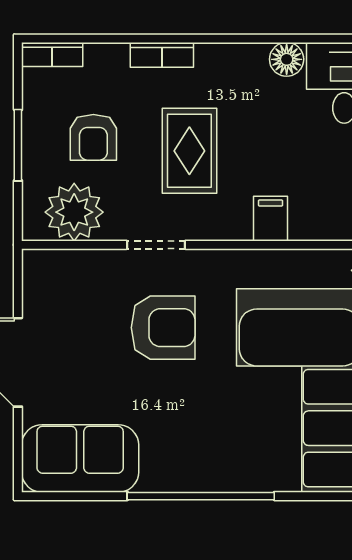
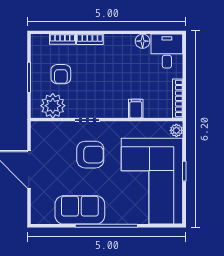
bookcase: (52, 55) -> (62, 39), moved
rug: (189, 151) -> (101, 80), removed
sofa: (80, 459) -> (80, 210), moved

